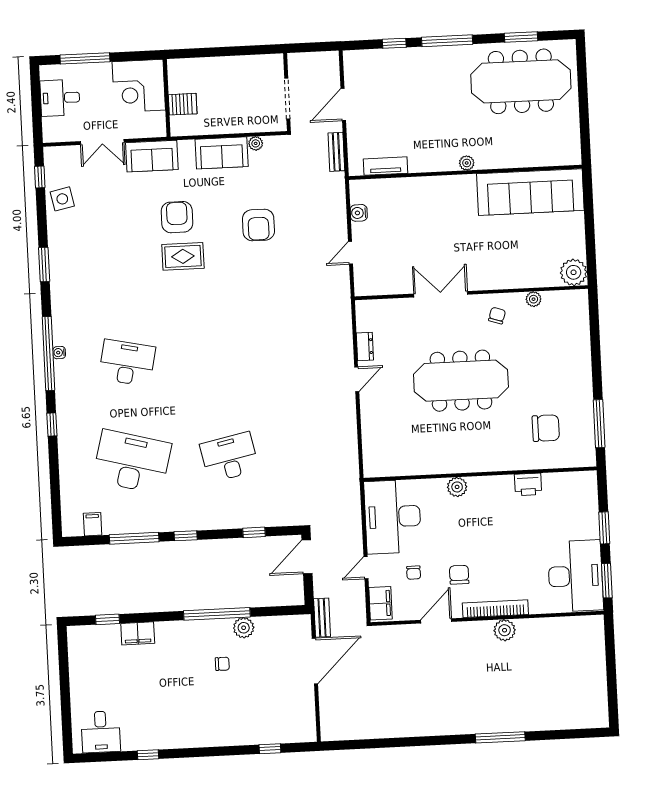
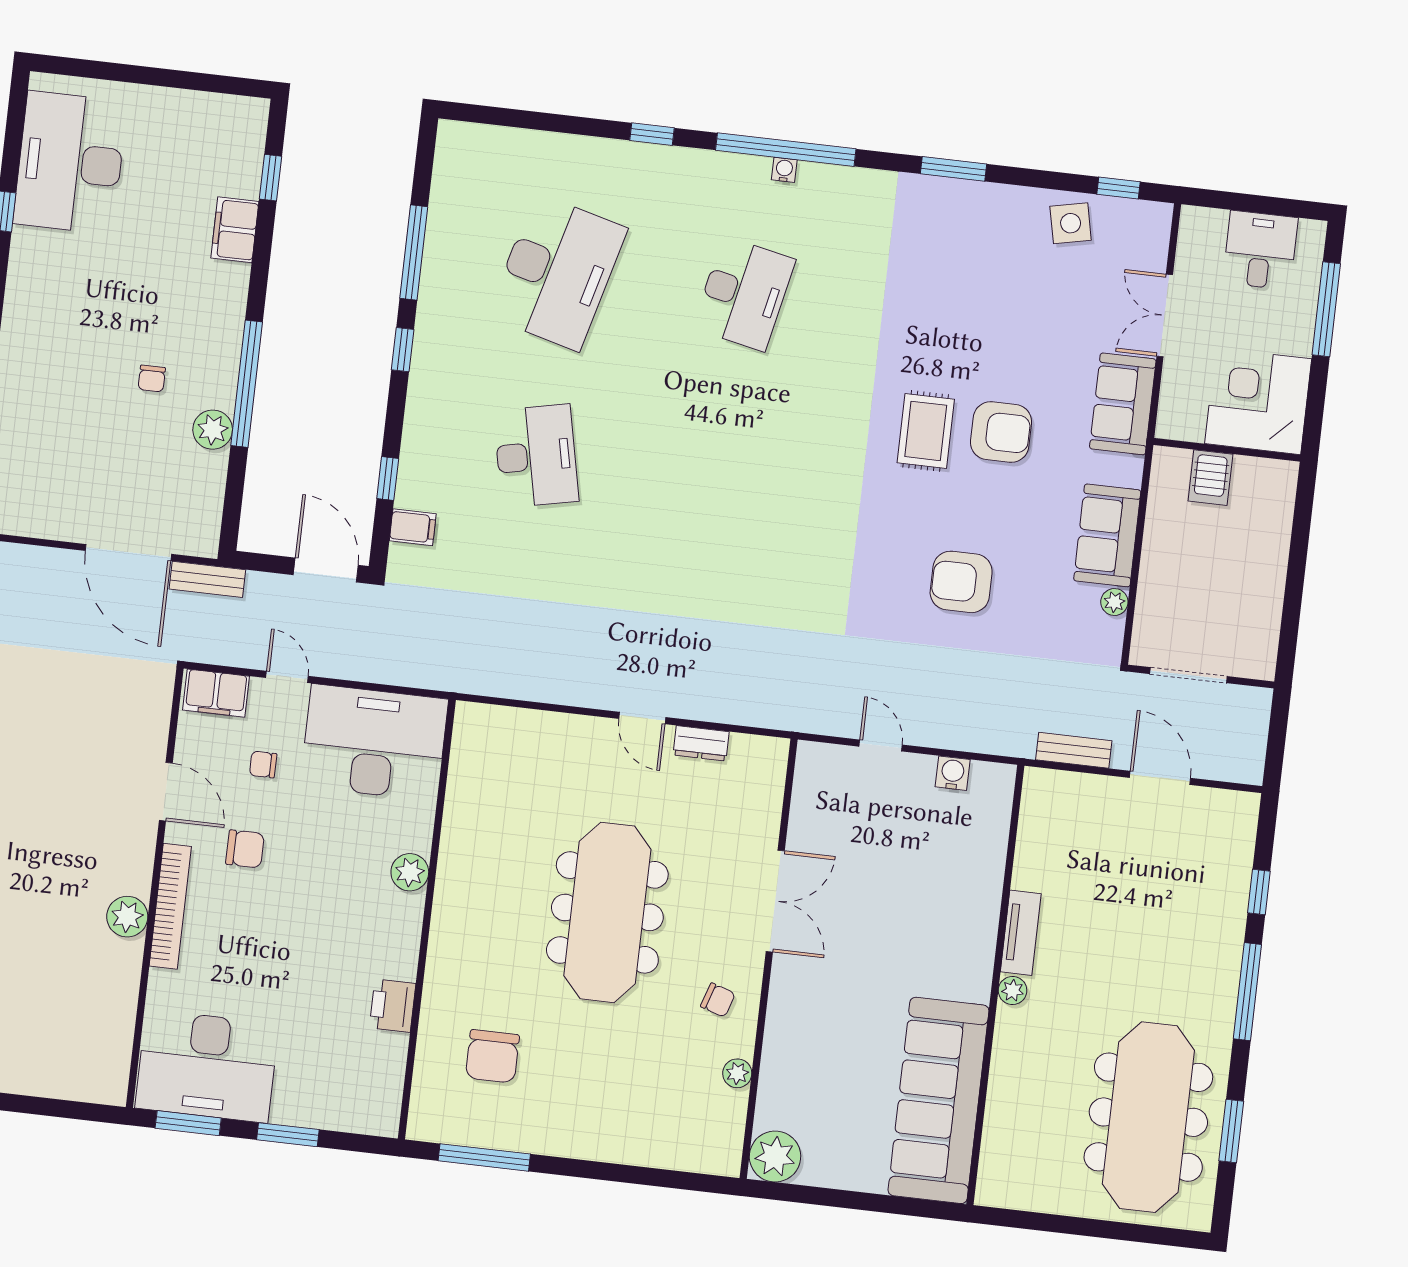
tv unit: (385, 166) -> (1021, 933), moved
filing cabinet: (93, 524) -> (413, 527), moved
desk: (101, 732) -> (70, 163), width x1.87, depth x1.30

